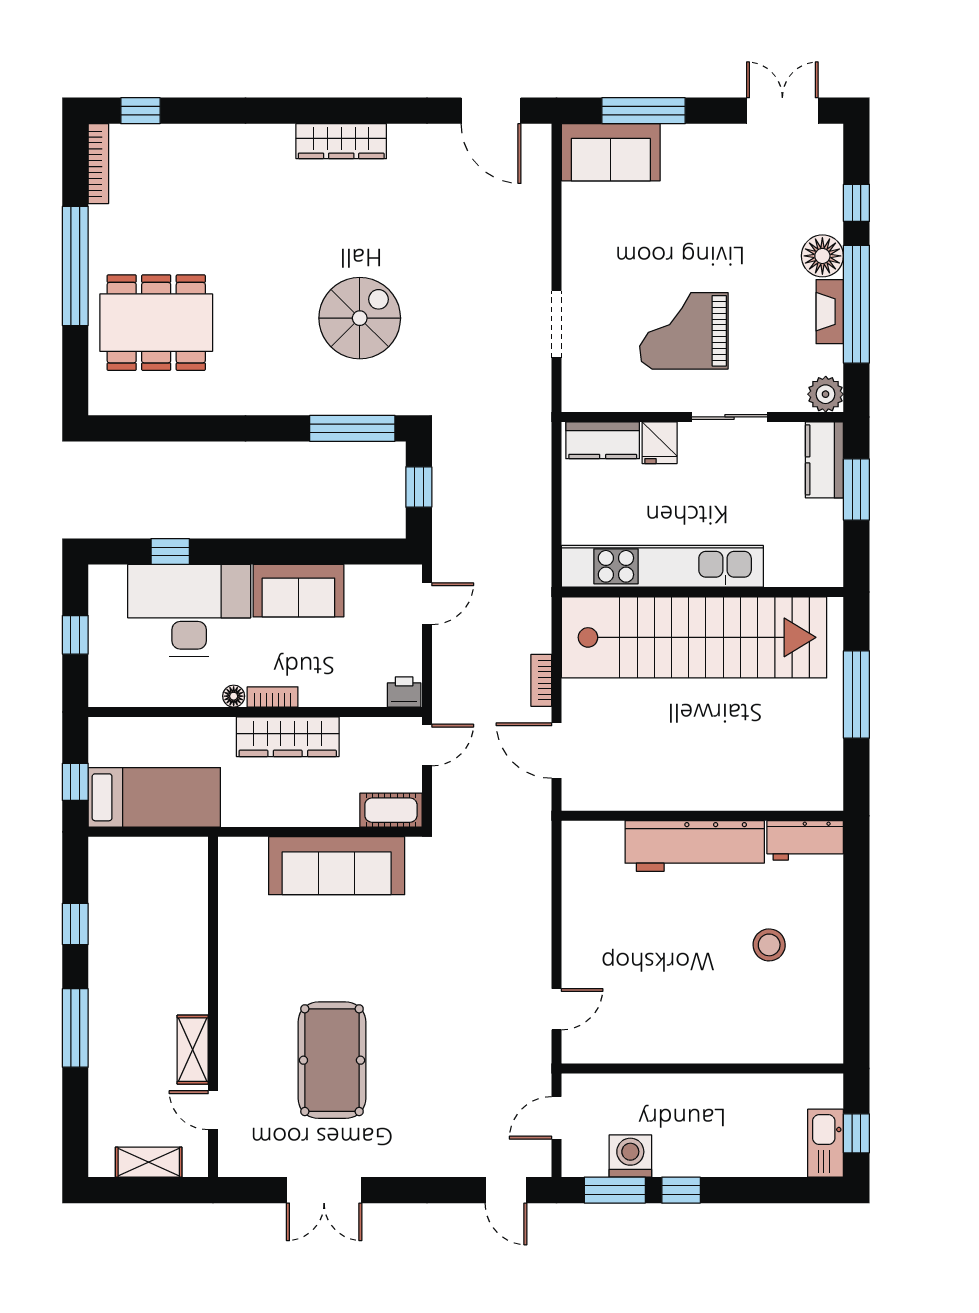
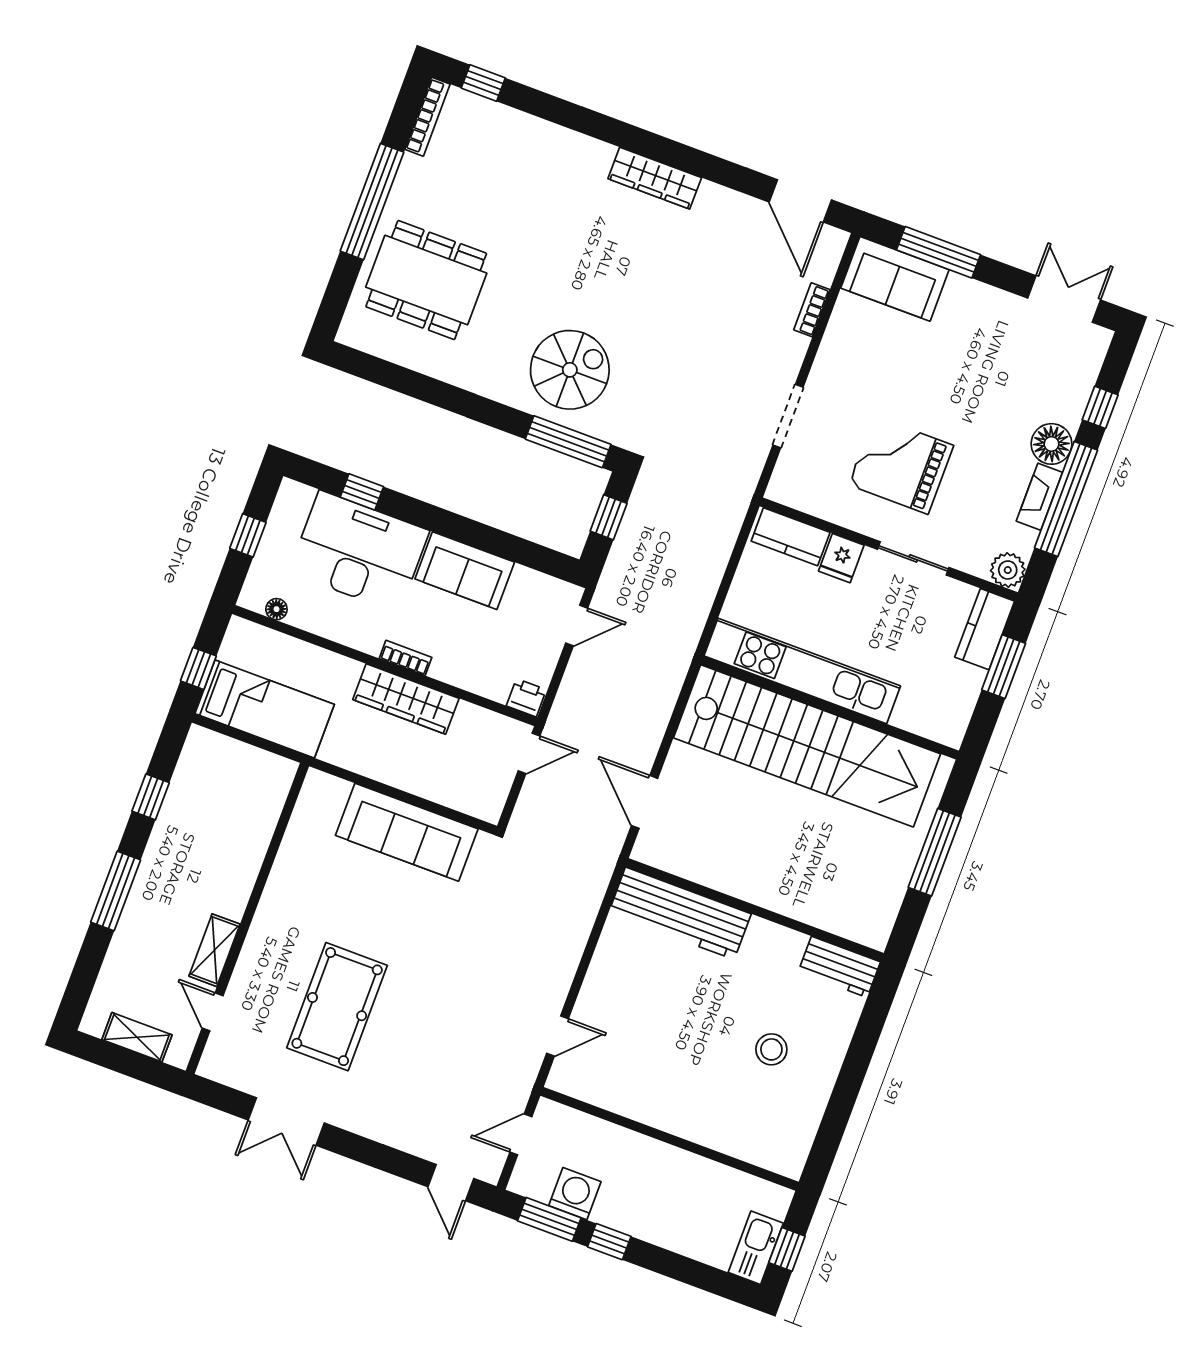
spiral stairs: (360, 318) -> (570, 370), moved
bookcase: (541, 680) -> (812, 310), moved
floor lamp: (234, 696) -> (276, 609), moved
cot: (391, 810) -> (475, 800), removed
workbench: (695, 846) -> (680, 913), moved

